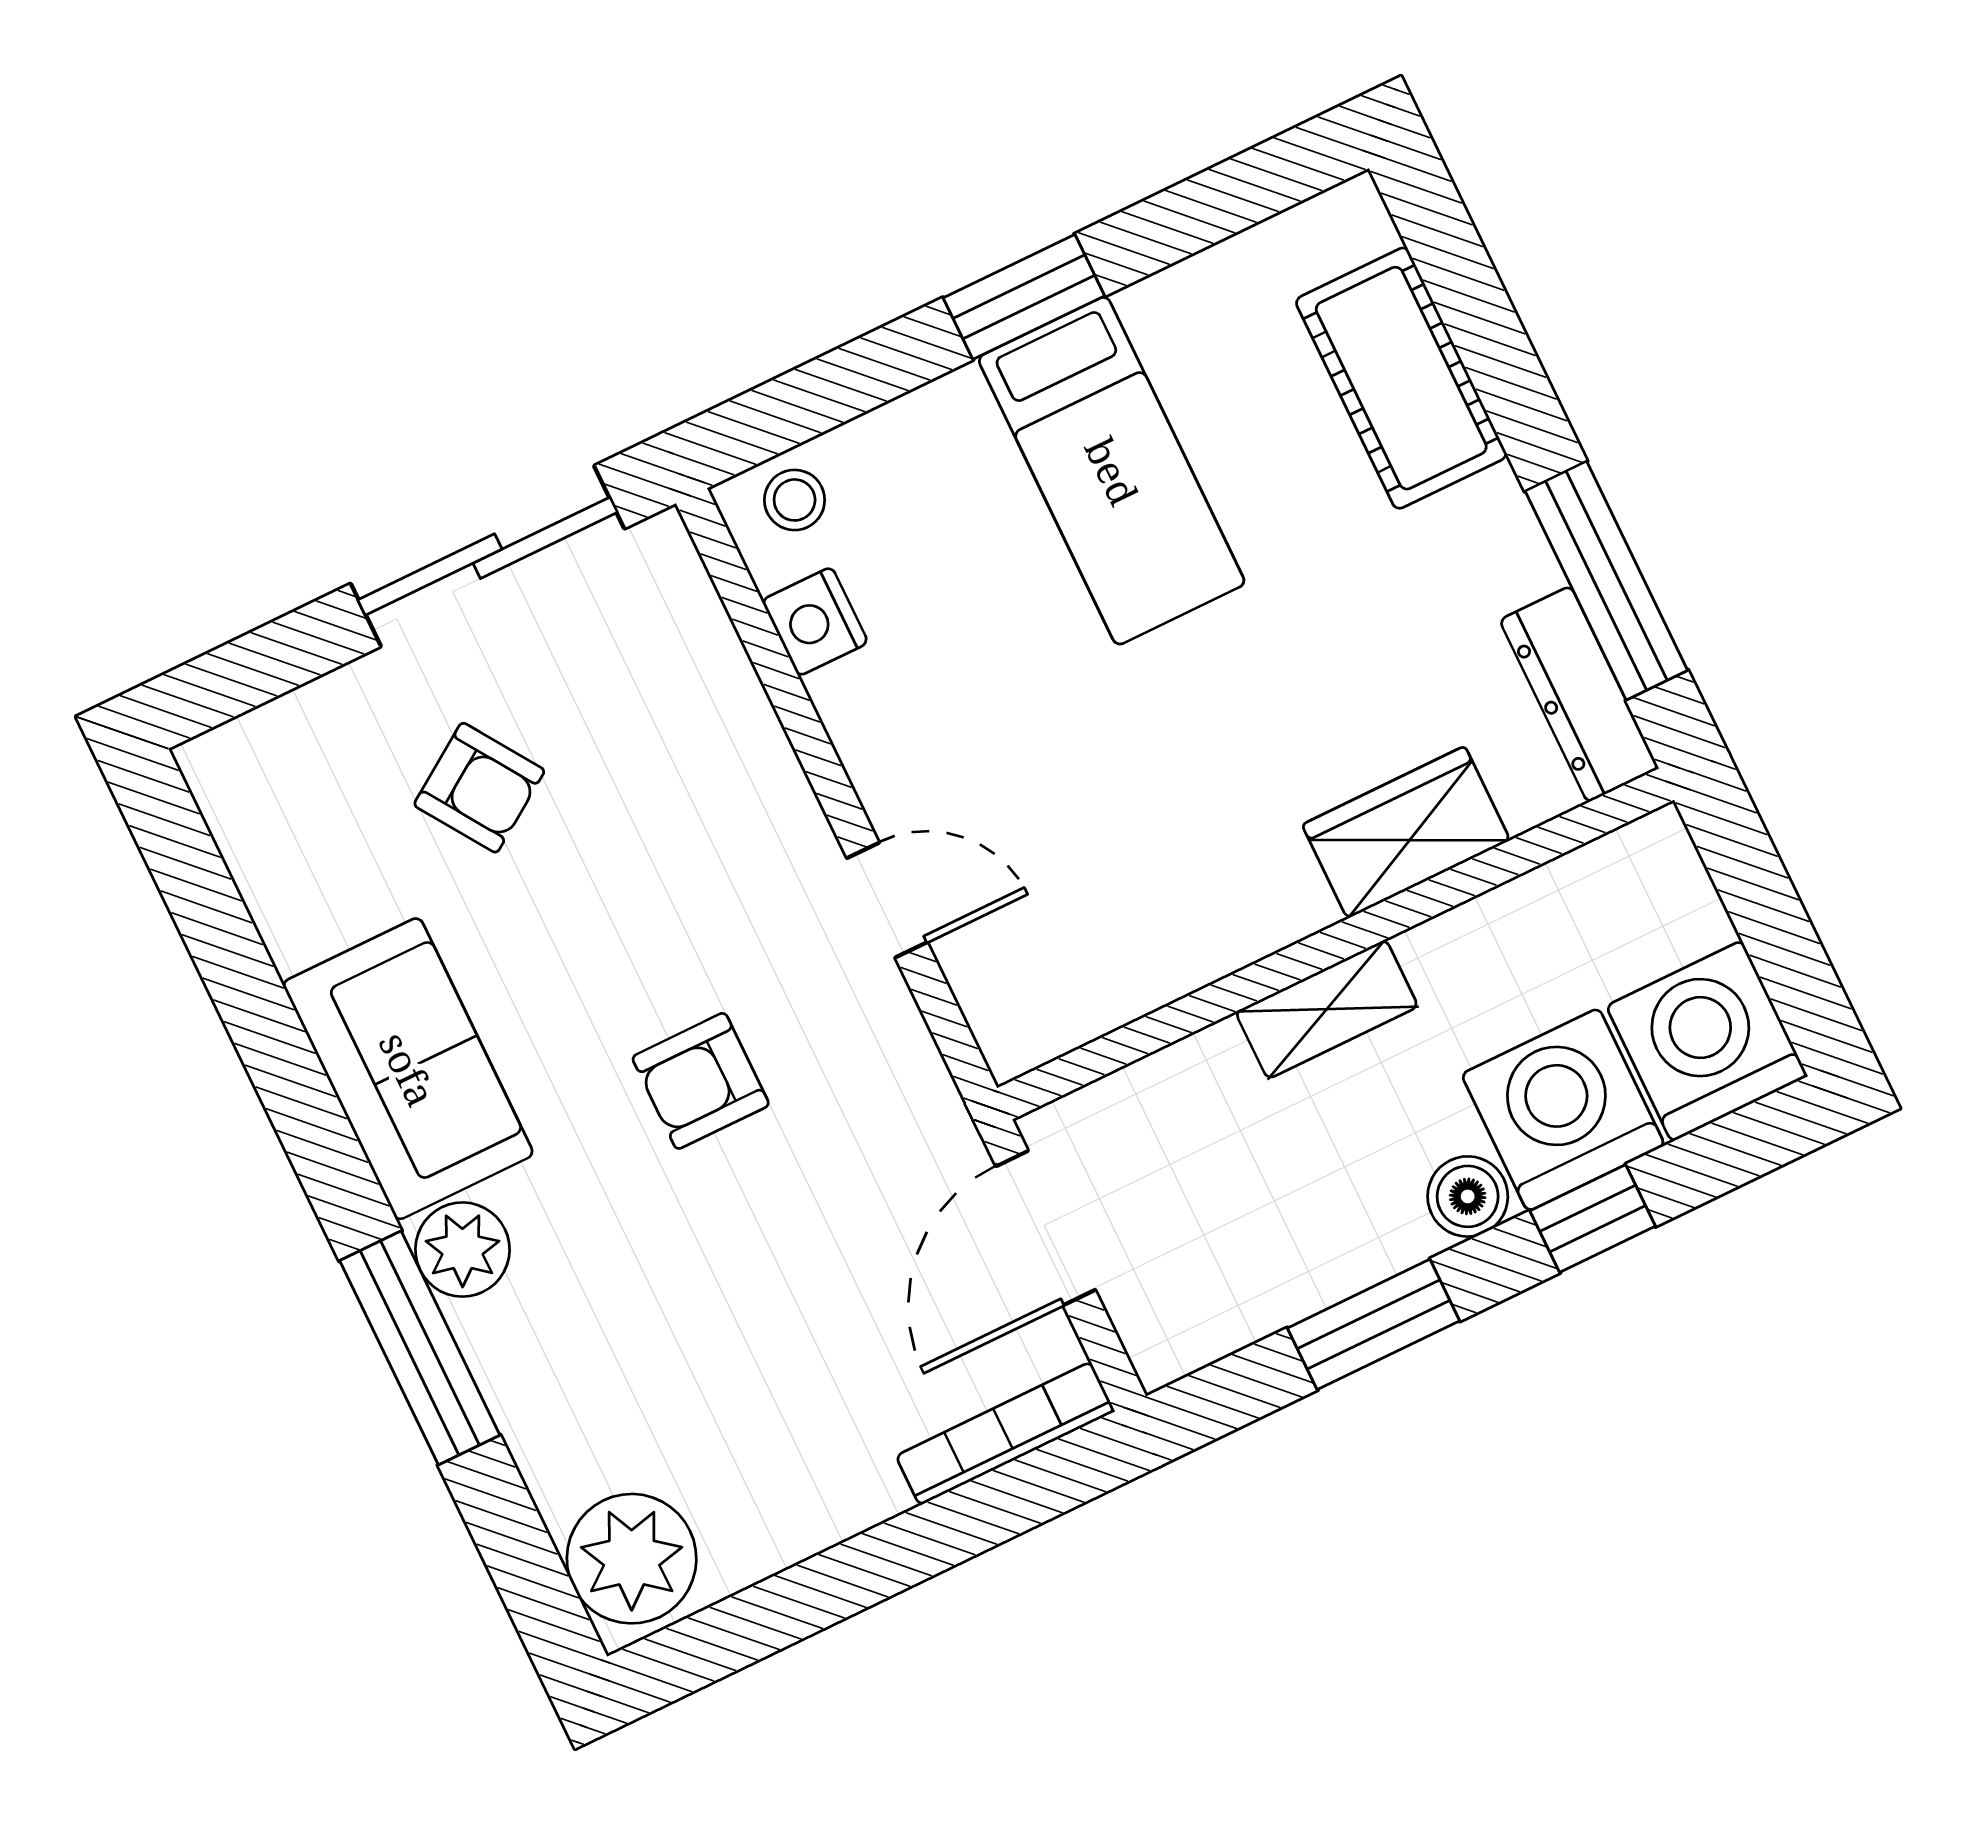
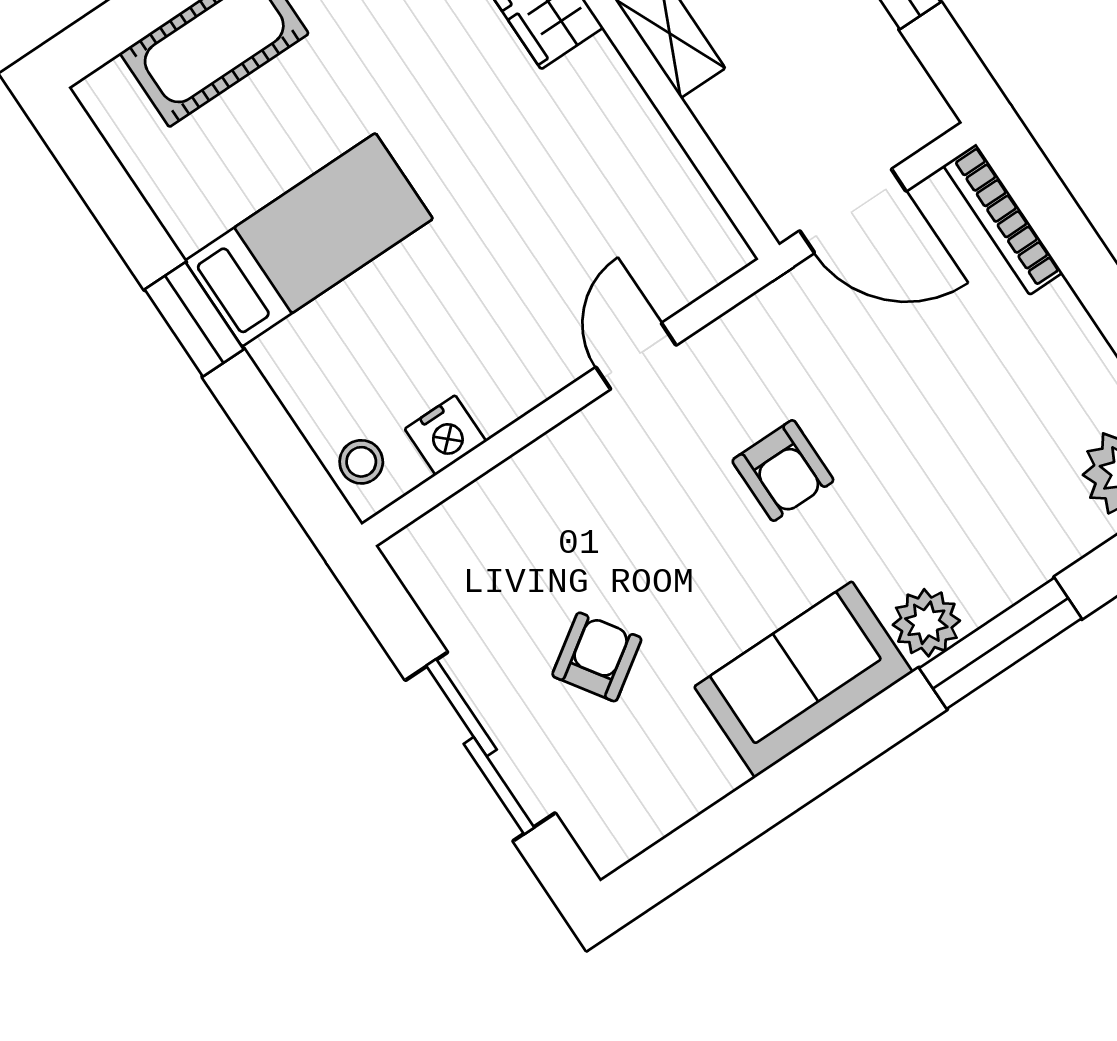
sliding door: (487, 556) -> (480, 747), moved

